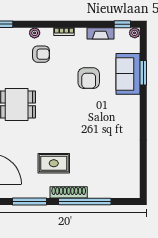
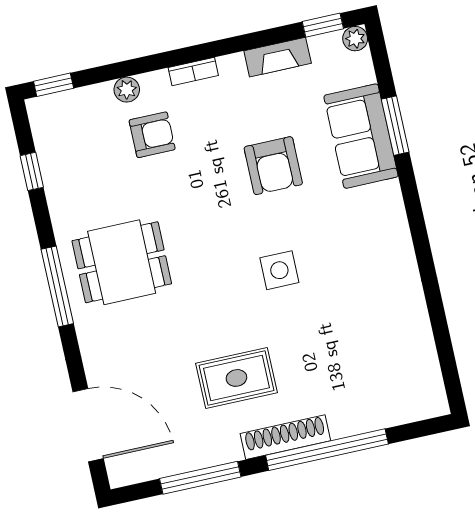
side table: (82, 122) -> (279, 270), added

